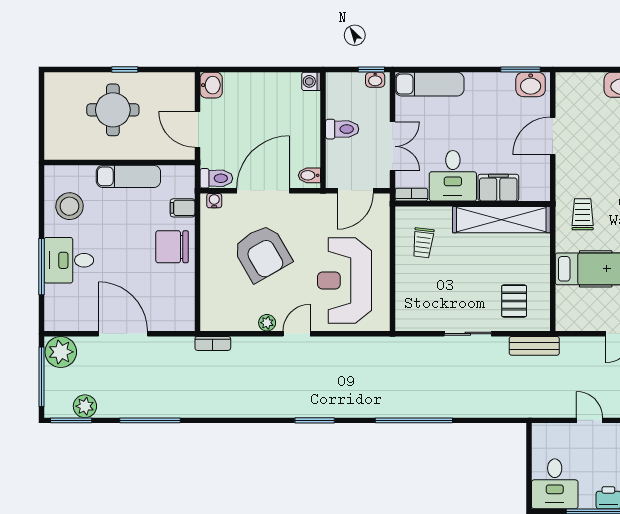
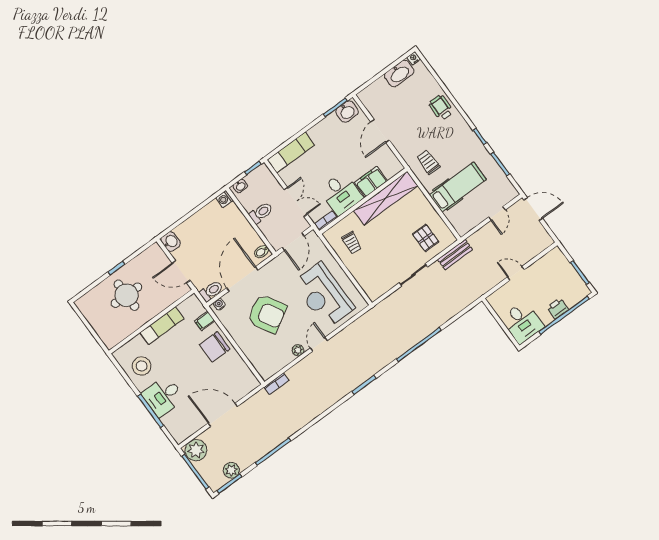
washbasin: (375, 80) -> (240, 186), moved

